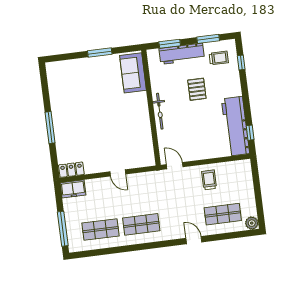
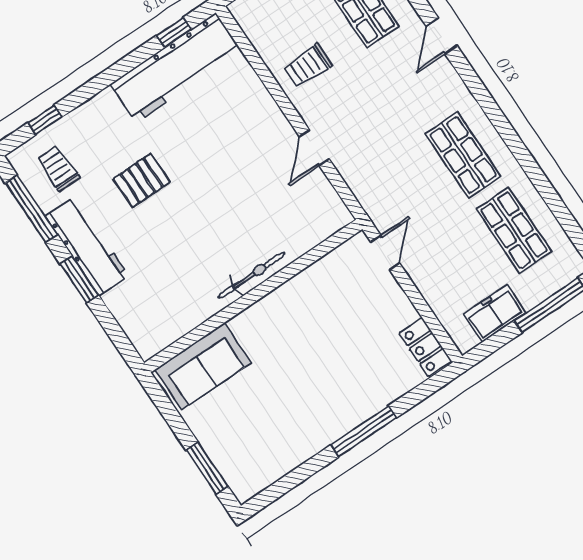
window: (208, 39) -> (31, 209), width x1.44
window: (100, 53) -> (207, 468), moved
sofa: (133, 73) -> (203, 366), moved
wall: (151, 108) -> (253, 296), moved
bicycle: (160, 111) -> (251, 275), moved
freezer: (73, 189) -> (495, 313), moved, turned -90

